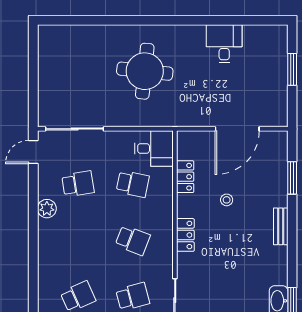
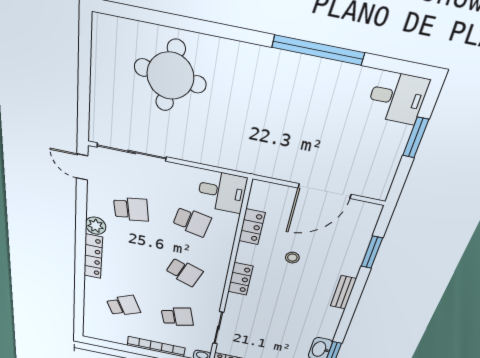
window: (203, 20) -> (318, 50), added
desk: (224, 44) -> (397, 98), moved, turned 90
round table: (145, 71) -> (170, 76), moved
door: (33, 152) -> (82, 167), hinge flipped
locker: (46, 244) -> (93, 256), added

